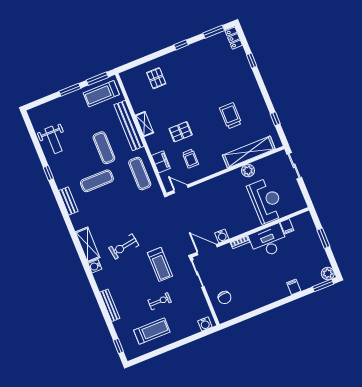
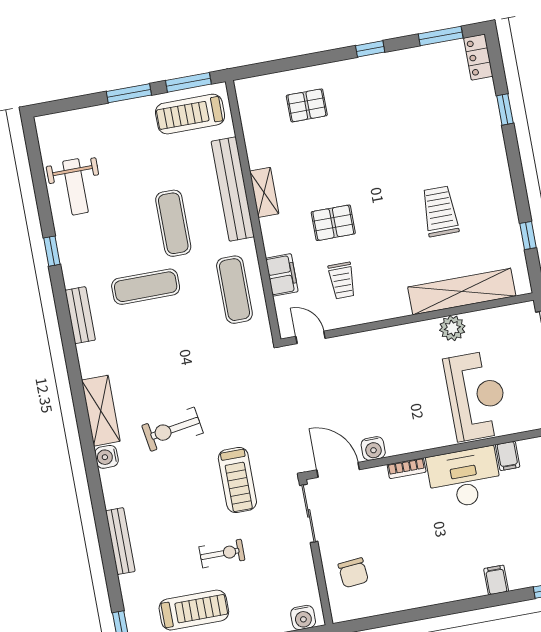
pallet: (156, 78) -> (307, 105), turned 90

